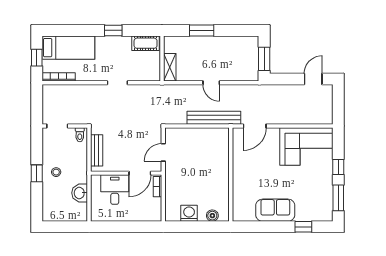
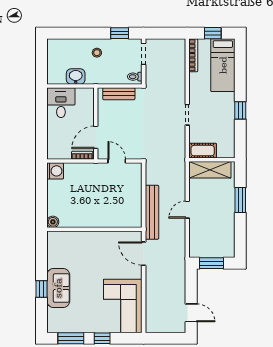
cot: (146, 43) -> (203, 151), moved, turned 90
shelving: (170, 67) -> (210, 170), width x1.50, depth x1.33
window: (37, 173) -> (120, 33), moved
door: (140, 173) -> (96, 137), hinge flipped
desk: (115, 190) -> (61, 103), moved, turned -90
sofa: (275, 210) -> (58, 288), moved
washing machine: (189, 213) -> (55, 171), moved
boiler: (212, 216) -> (53, 222), moved
window: (303, 227) -> (42, 289), moved

